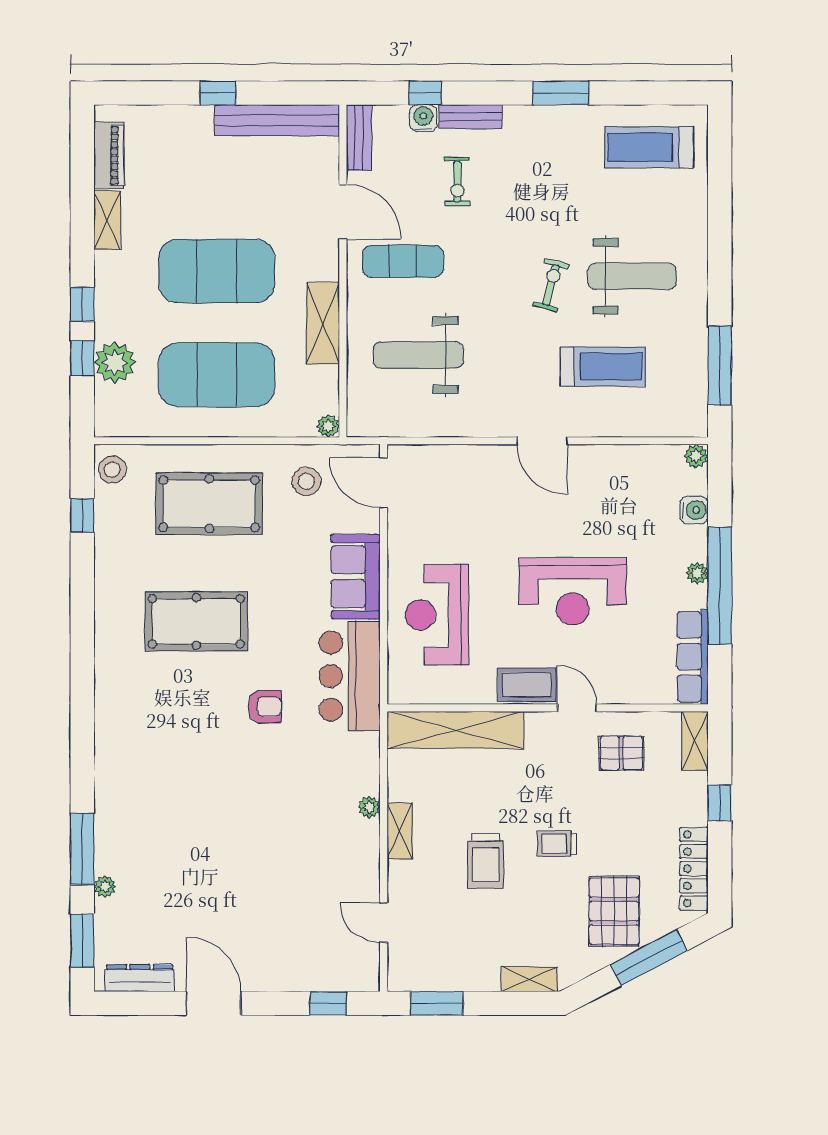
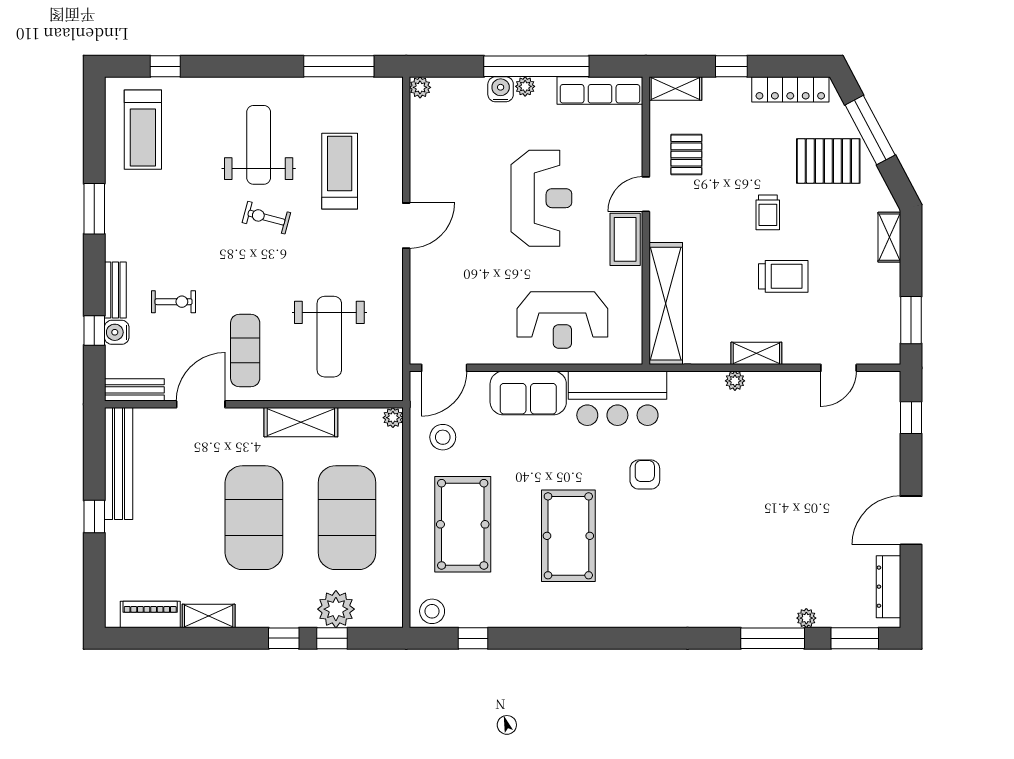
window: (720, 172) -> (165, 66), added
water cooler: (694, 510) -> (501, 89), moved

